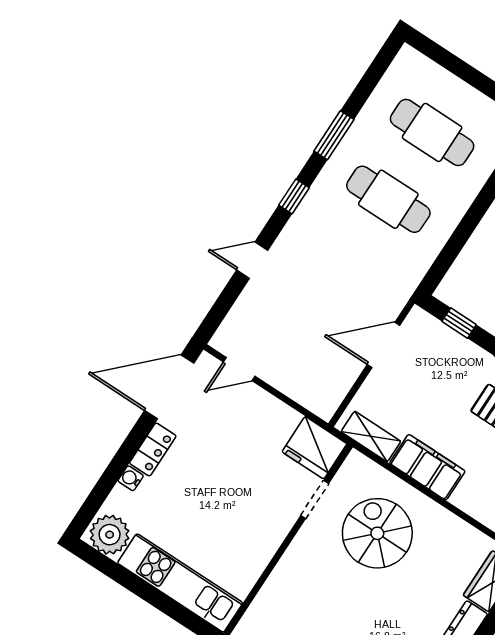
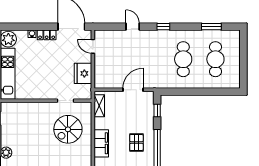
window: (334, 135) -> (211, 27), moved
door: (384, 345) -> (133, 90), hinge flipped
fridge: (314, 448) -> (83, 73), moved
filing cabinet: (427, 467) -> (101, 143), moved
spiral stairs: (377, 533) -> (68, 129), turned 180

